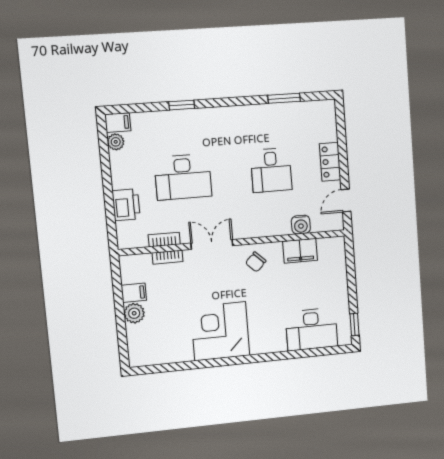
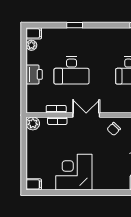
printer: (126, 205) -> (34, 74), moved
filing cabinet: (134, 293) -> (34, 184), moved
plant: (134, 313) -> (33, 123), moved
corner desk: (220, 331) -> (74, 172), moved

